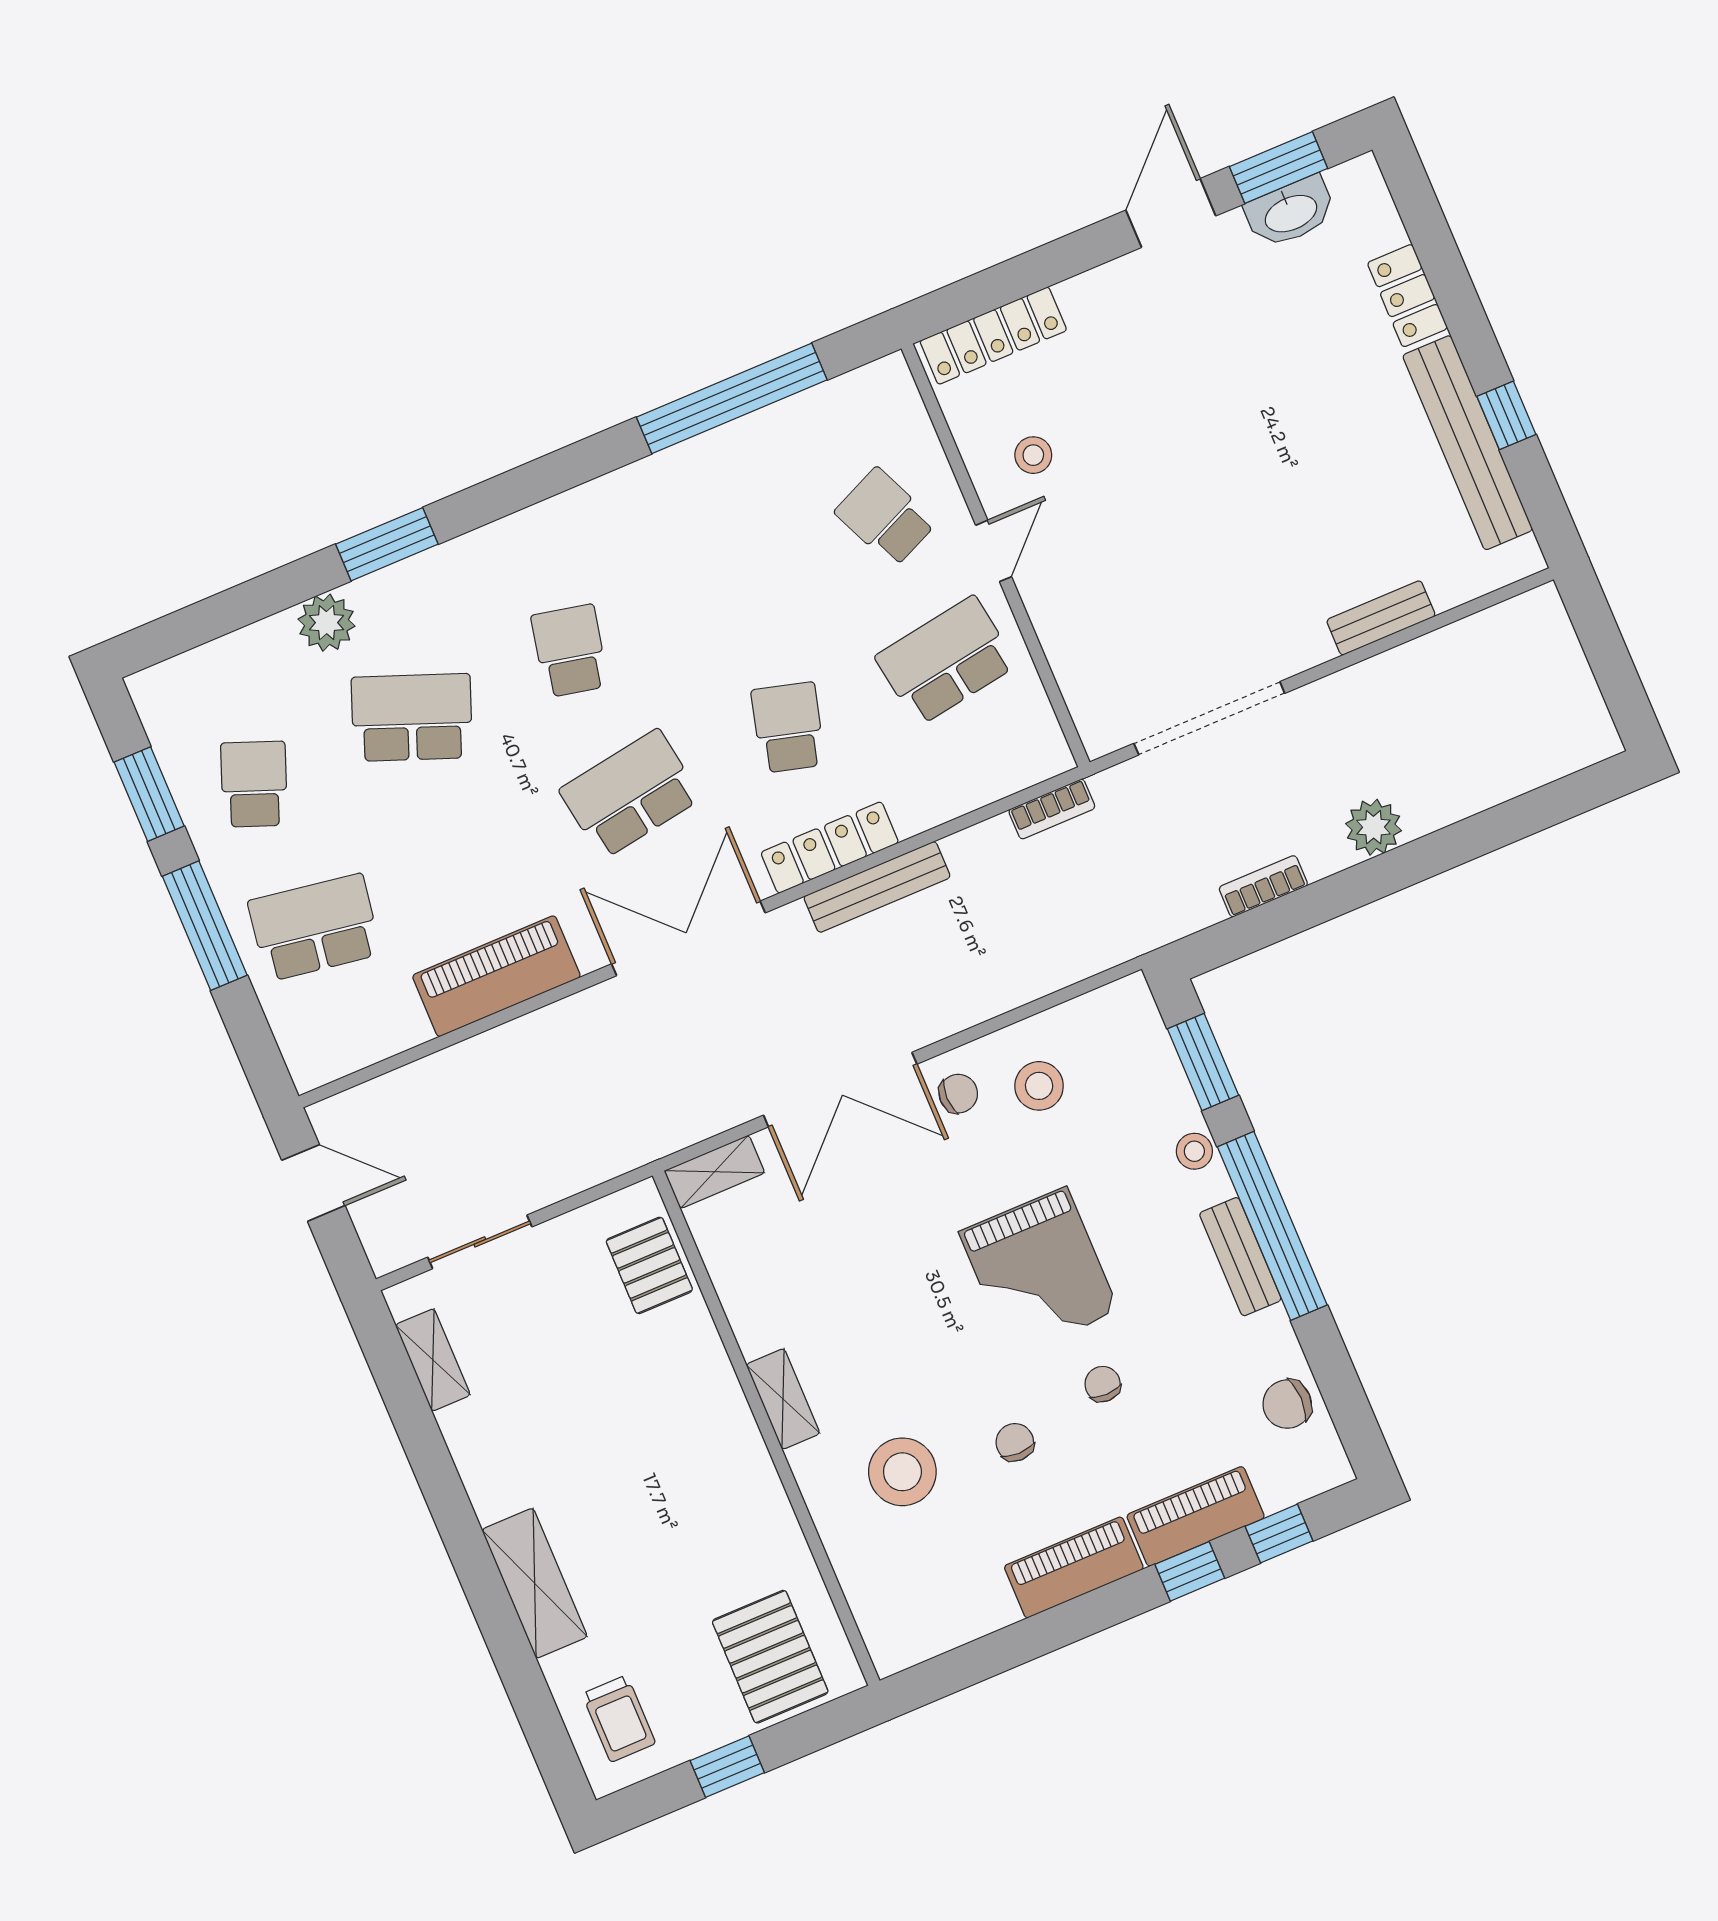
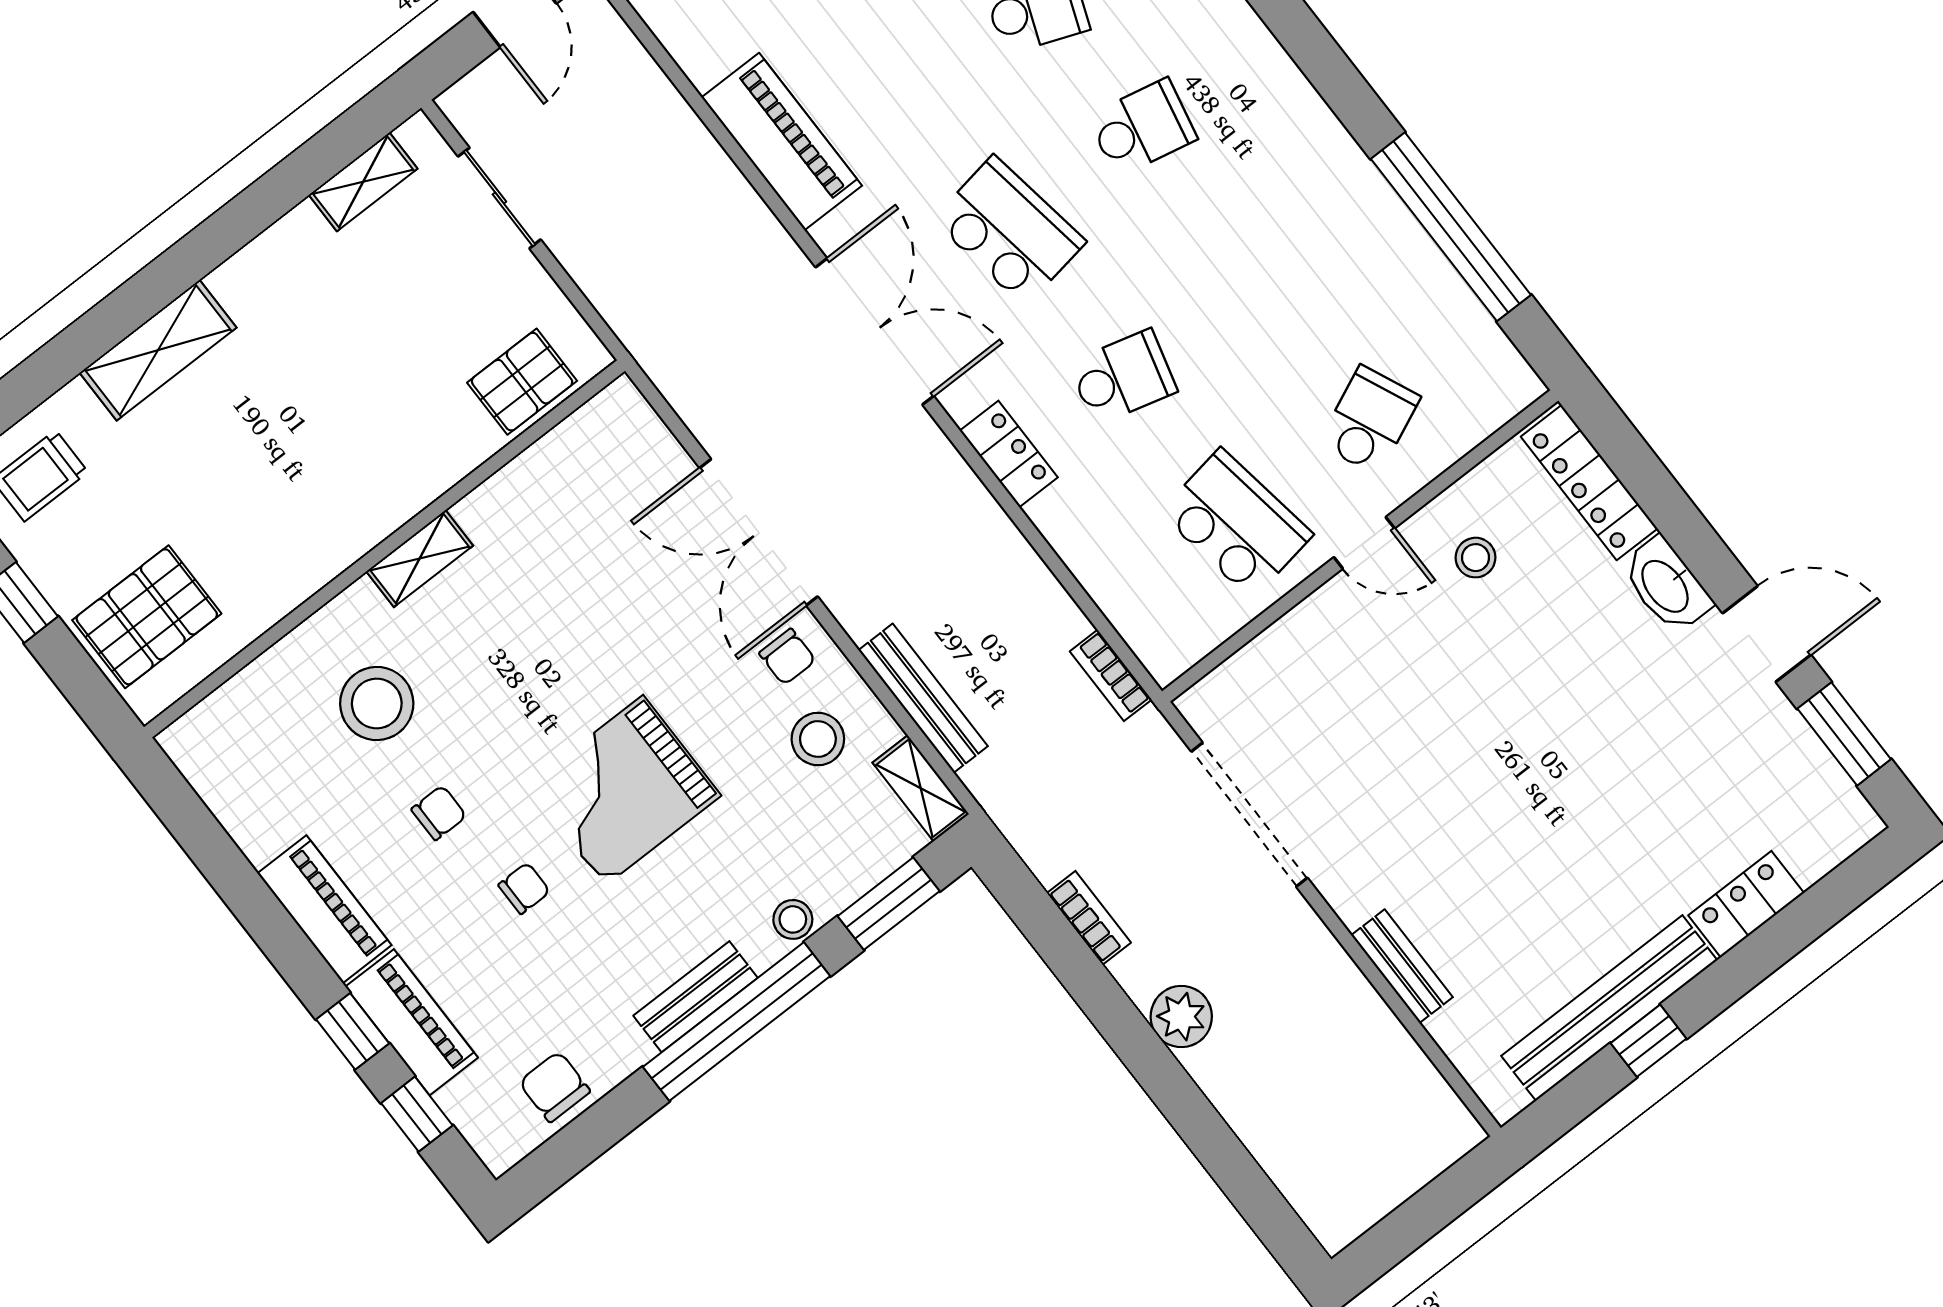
washbasin: (1290, 212) -> (1666, 585), moved
locker: (830, 848) -> (1009, 454), width x0.66
bench: (877, 887) -> (923, 698), moved
shelving: (714, 1172) -> (921, 788), moved

